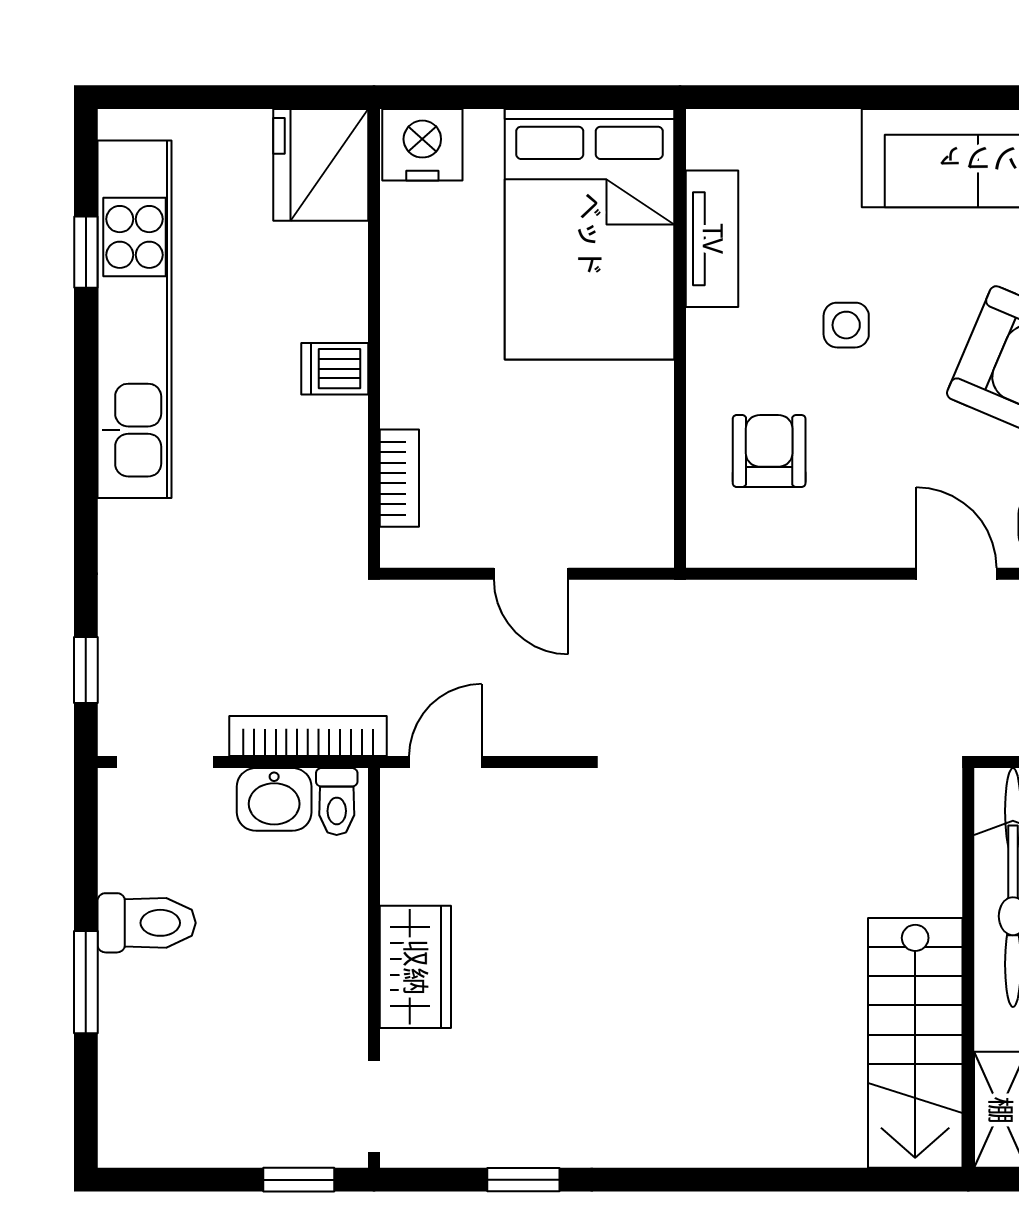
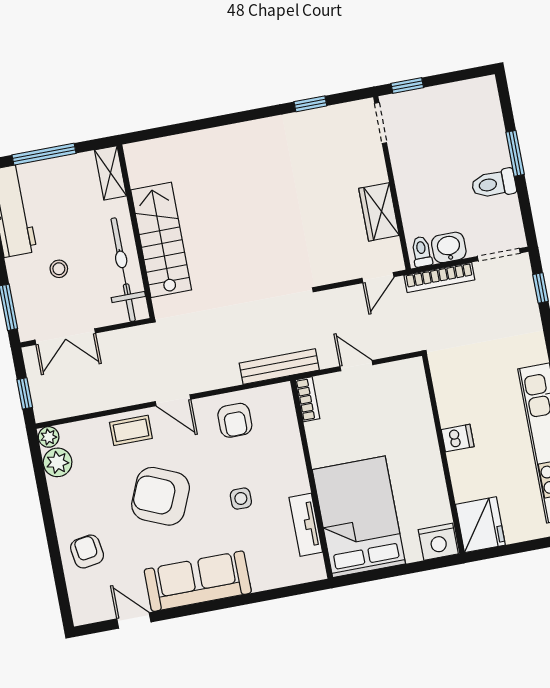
armchair: (769, 451) -> (235, 420), moved
bookcase: (399, 478) -> (308, 399), moved, turned 180
bench: (704, 604) -> (279, 367), added
wardrobe: (415, 967) -> (379, 212), moved
stairs: (915, 1043) -> (161, 240), moved

